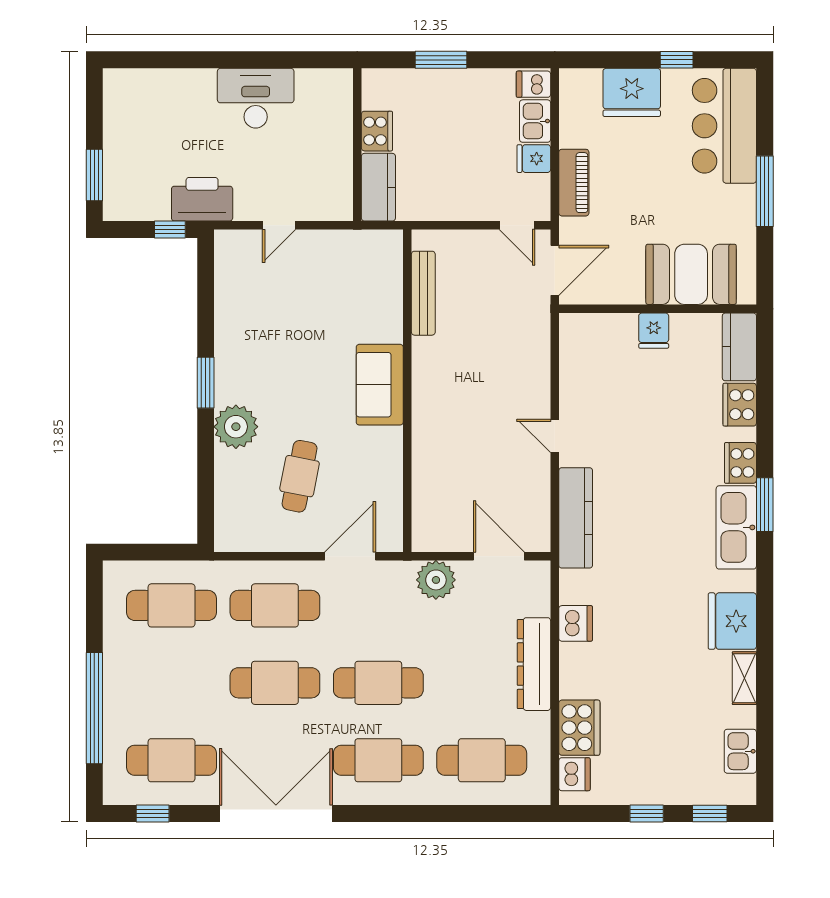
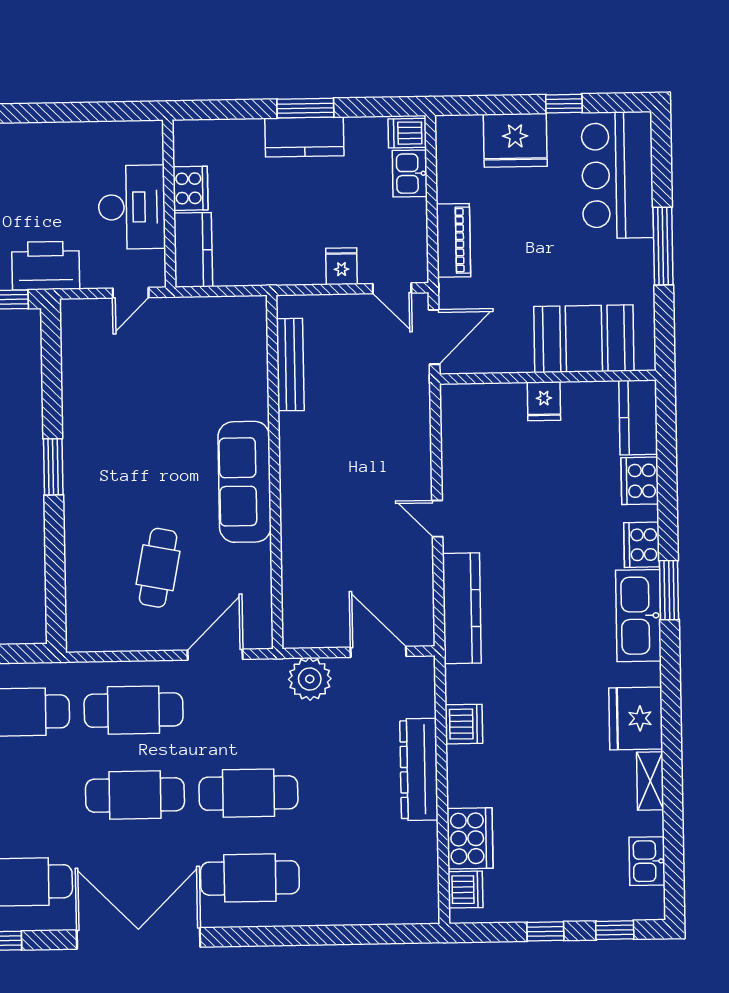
kitchen counter: (440, 86) -> (304, 137), added
desk: (256, 98) -> (132, 207), moved, turned 90
cooker: (377, 131) -> (191, 188), moved
wall: (357, 145) -> (169, 204), moved
fridge: (534, 159) -> (342, 266), moved, turned 90
kitchen counter: (378, 187) -> (193, 250), moved
sofa: (380, 385) -> (245, 482), width x1.36
plant: (236, 427) -> (87, 515), removed
cafe table: (482, 760) -> (363, 876), removed

